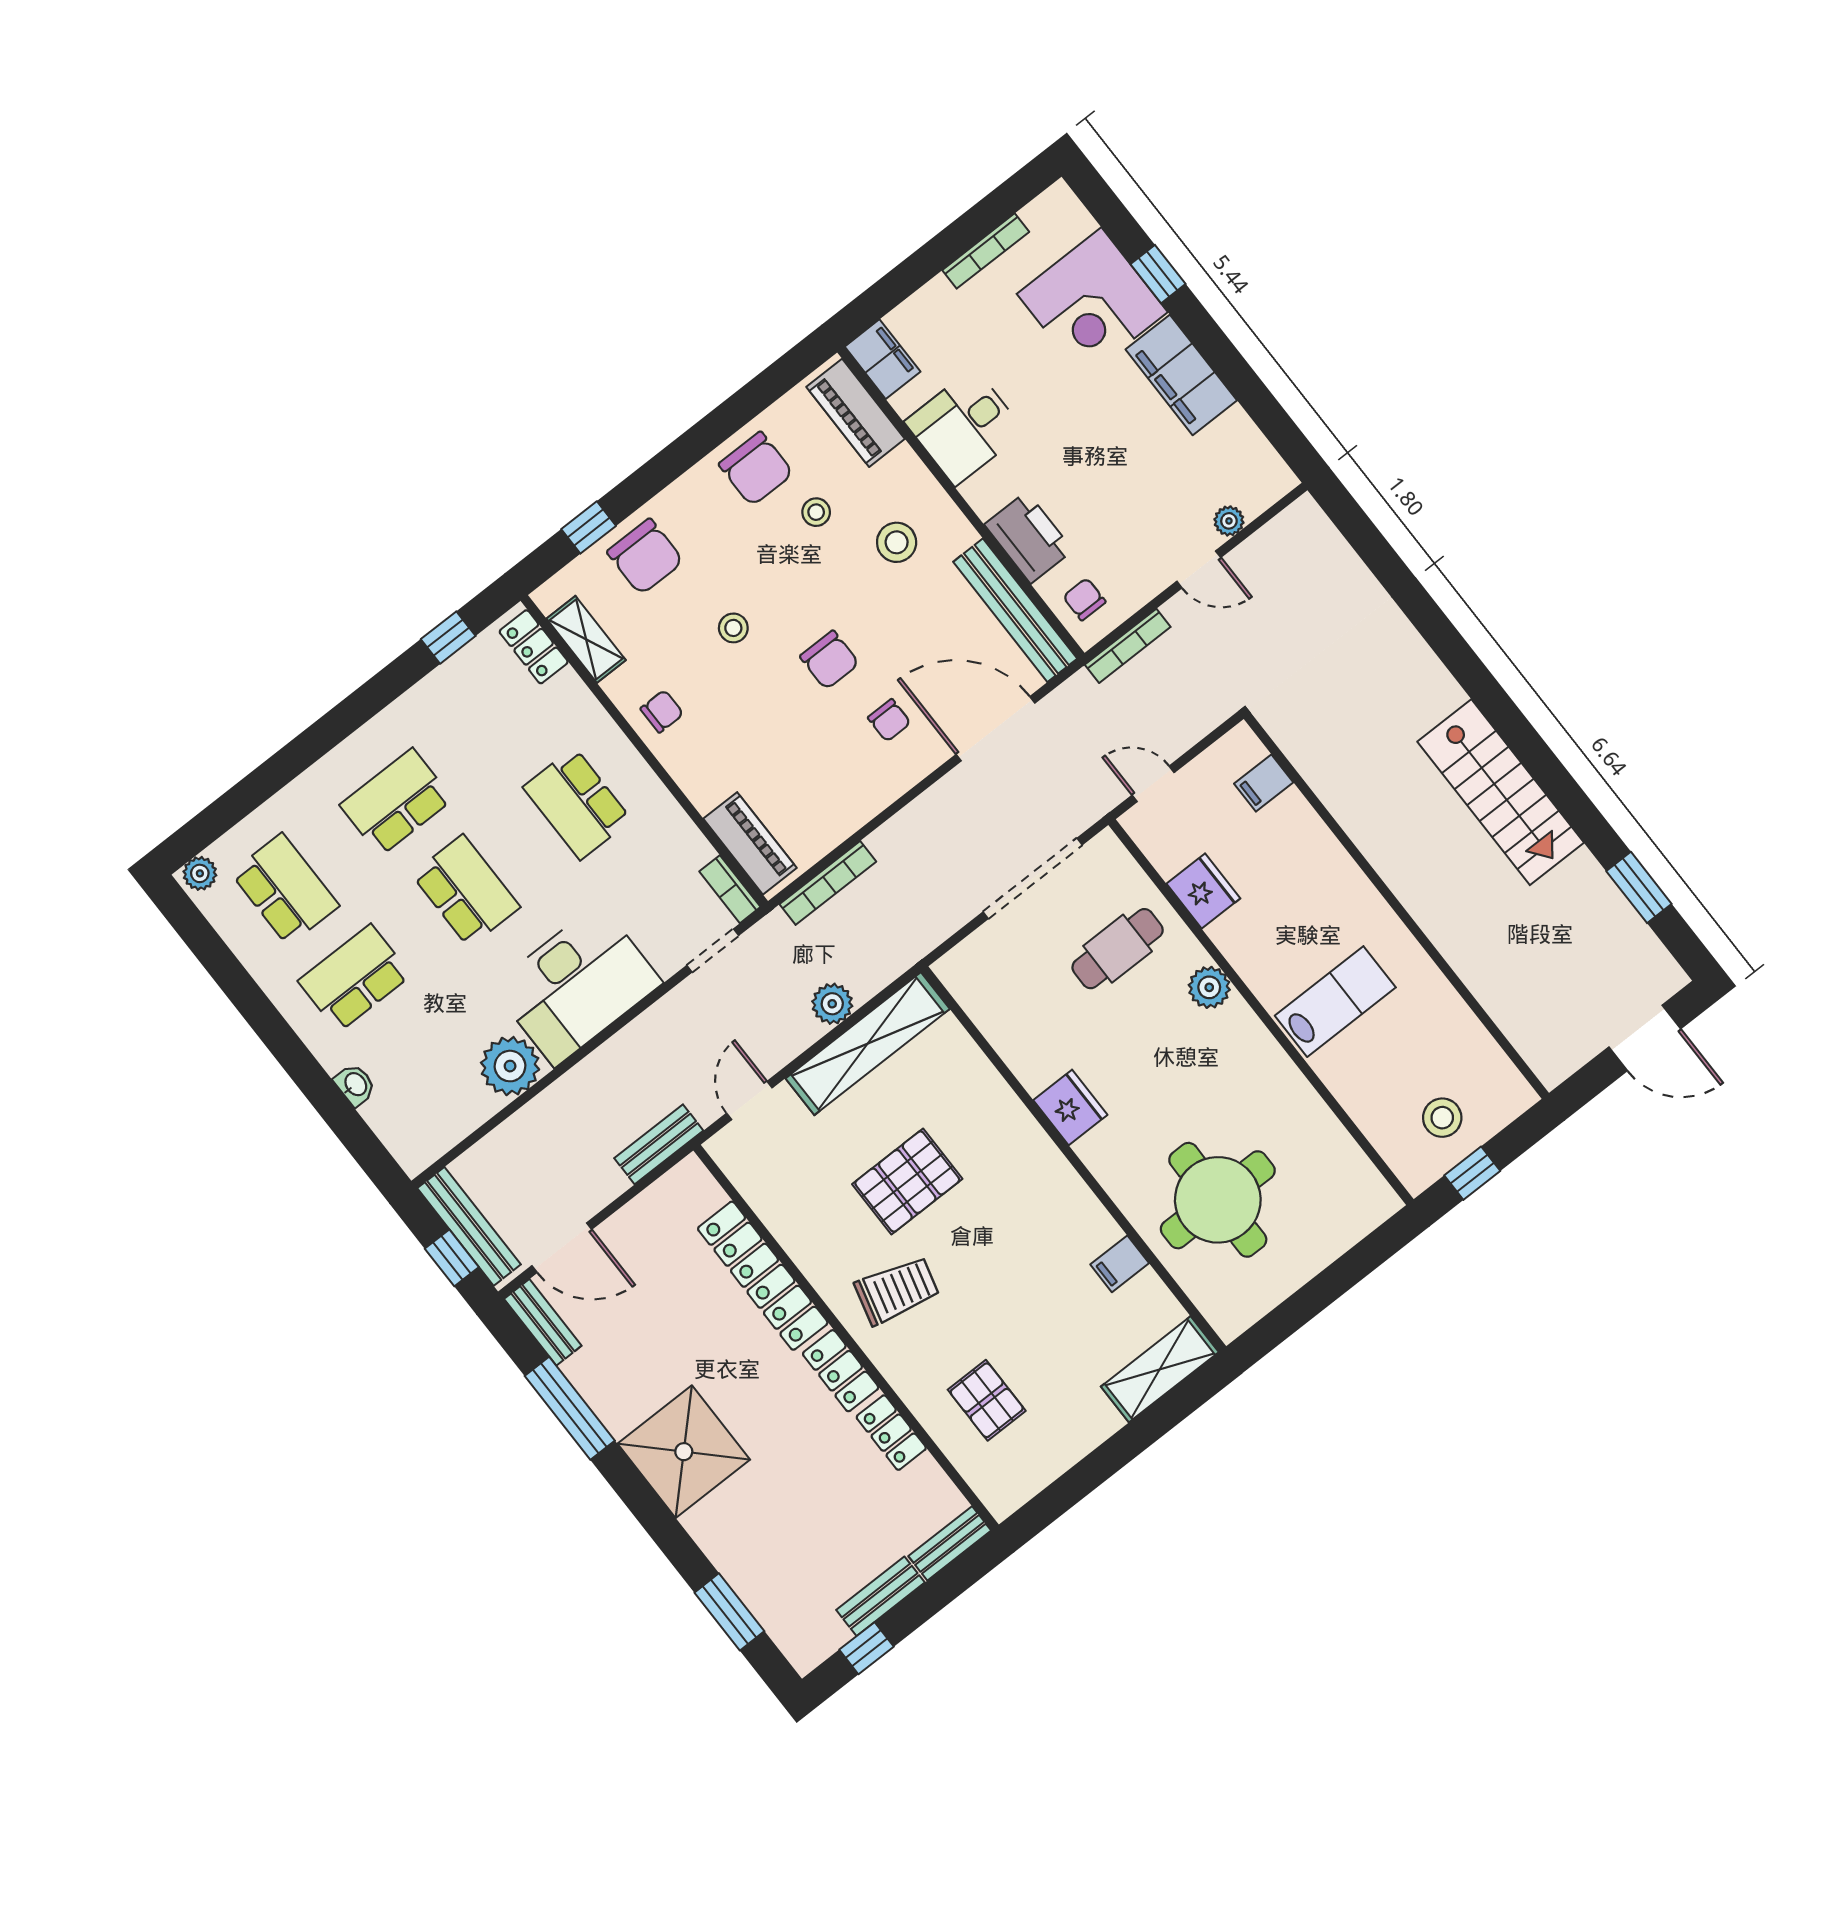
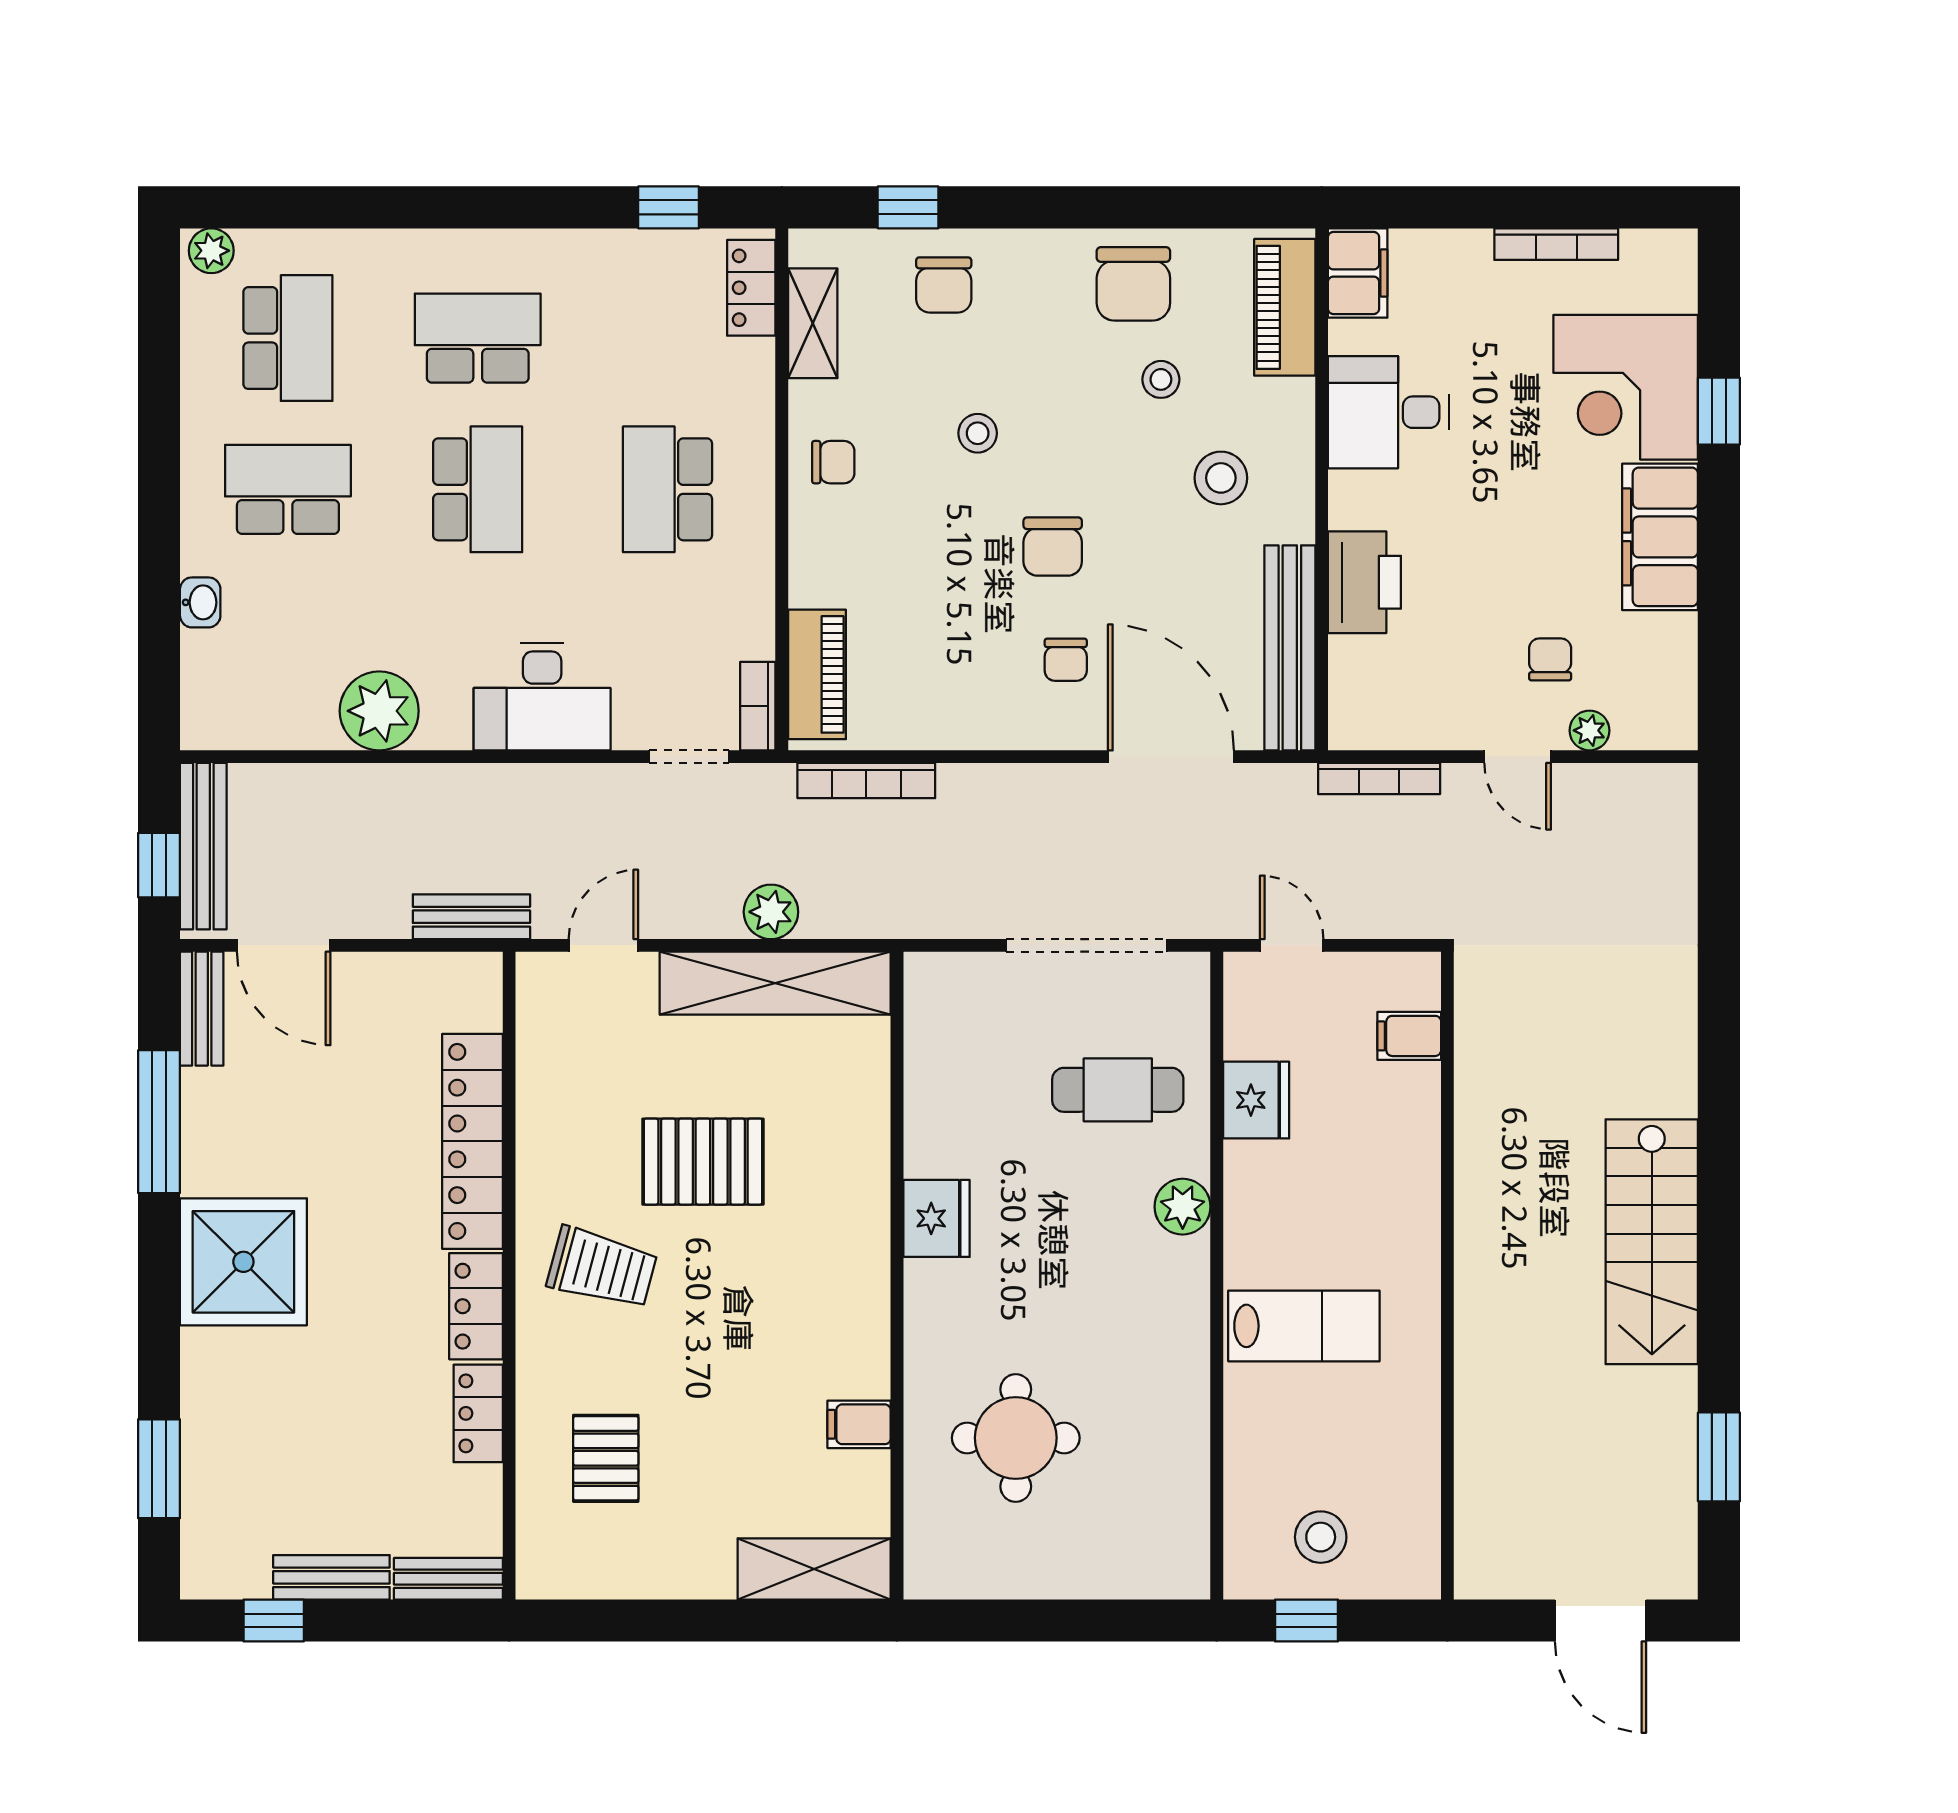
chair: (645, 557) -> (944, 285), width x0.73, depth x0.73
chair: (1084, 599) -> (1550, 659), moved
desk: (577, 985) -> (542, 697), width x0.73, depth x0.77
round table: (1218, 1200) -> (1016, 1438), width x0.73, depth x0.73

